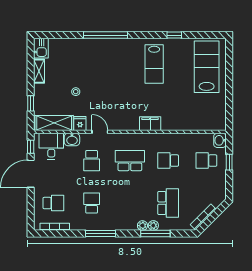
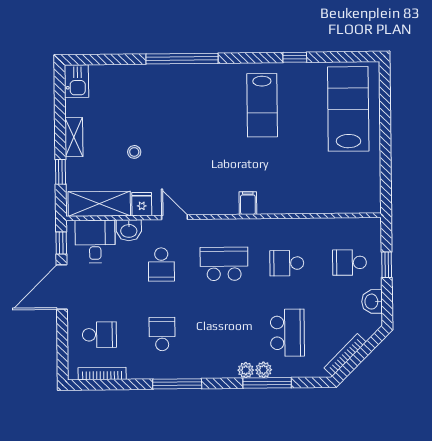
shelving: (39, 71) -> (74, 137), moved
filing cabinet: (150, 124) -> (248, 203), width x0.50
washbasin: (220, 140) -> (372, 302), moved

